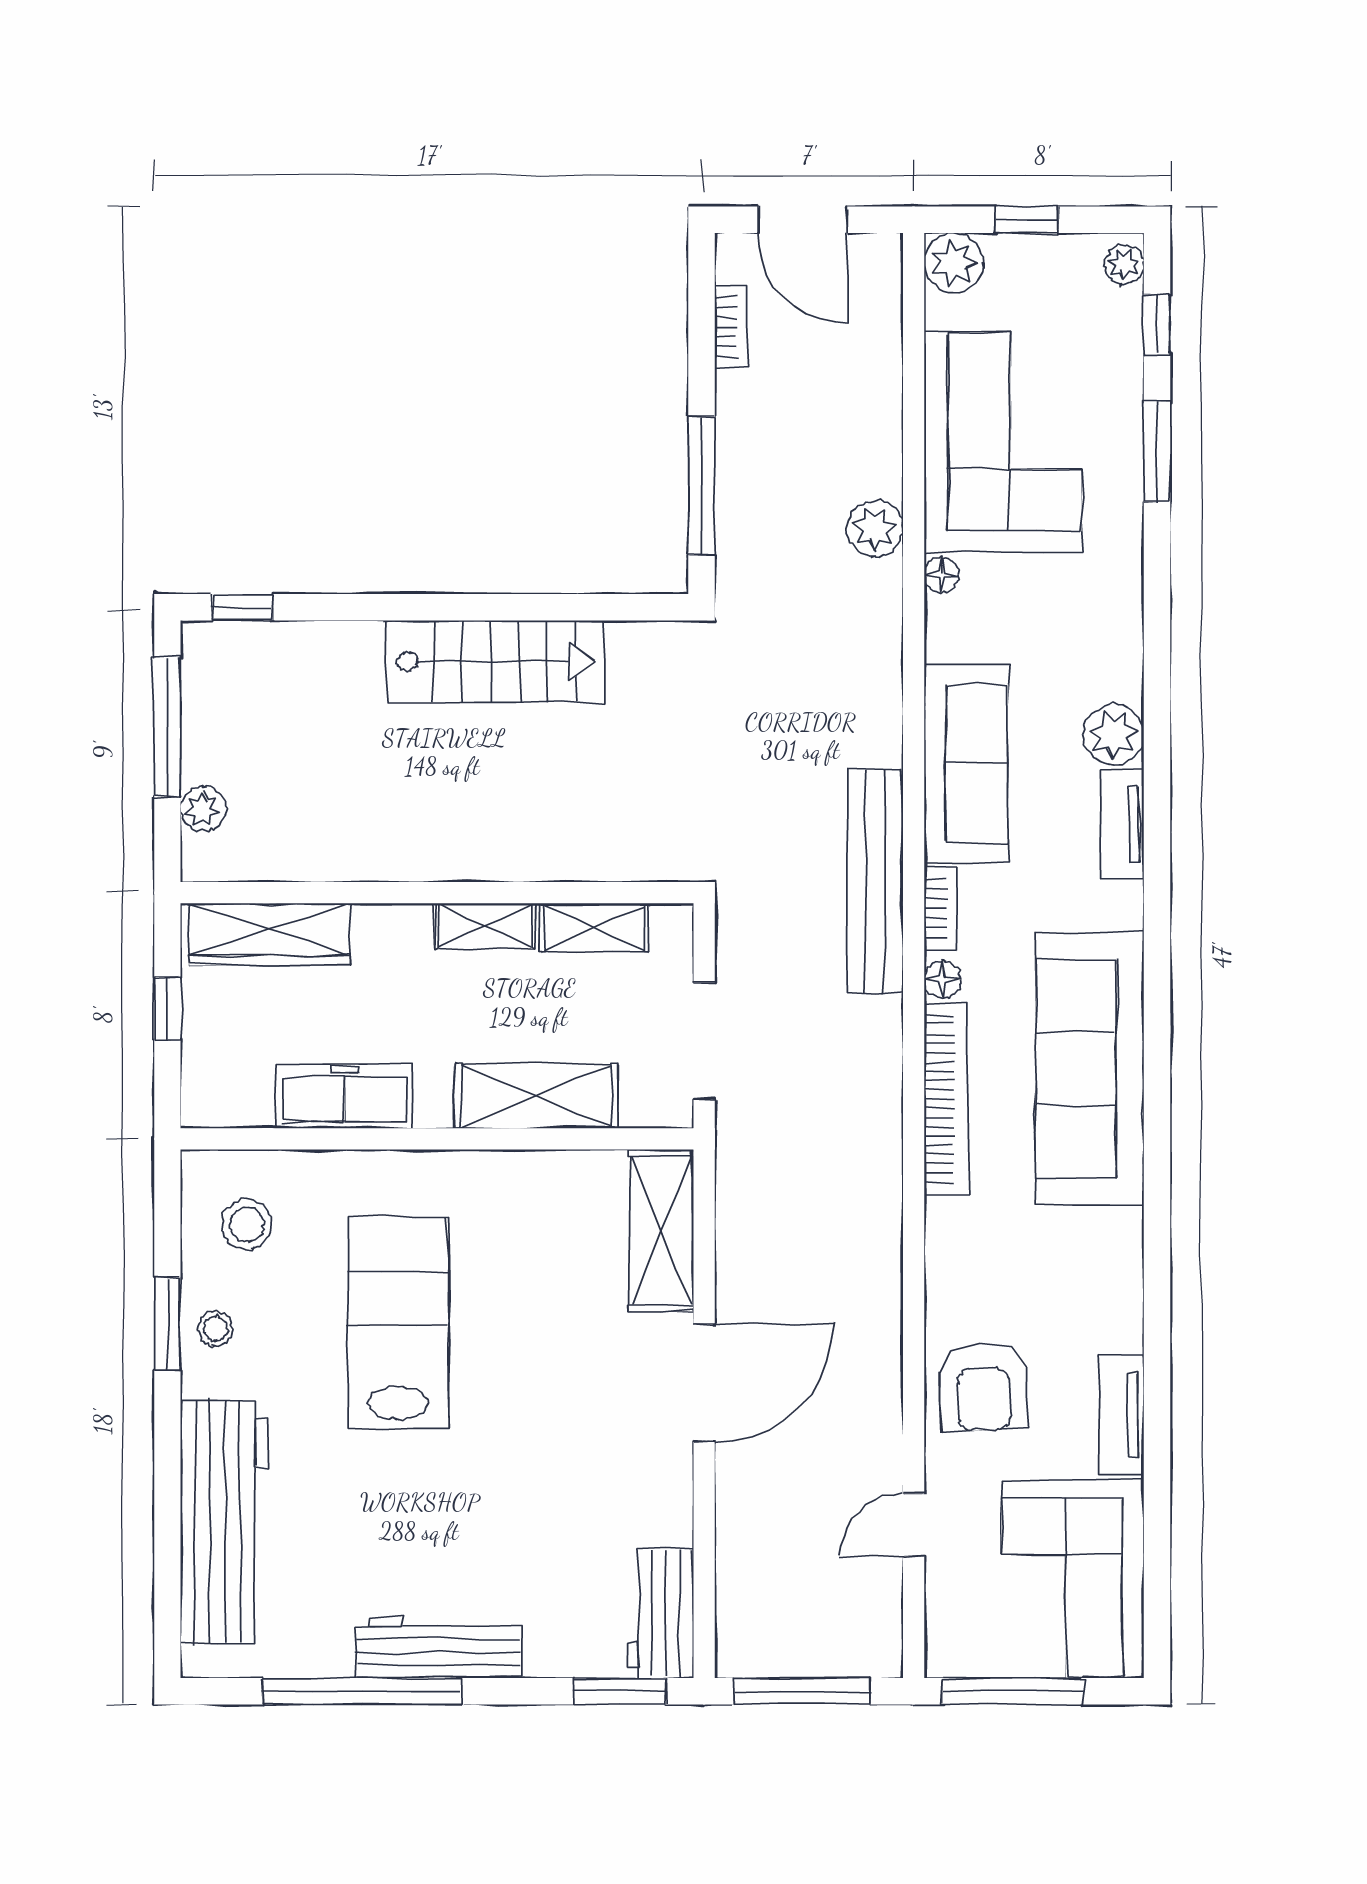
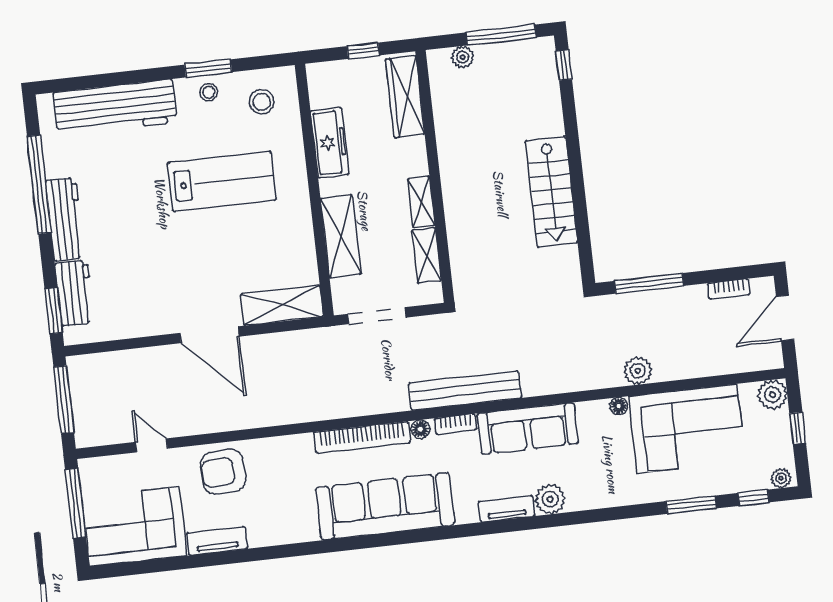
workbench: (660, 1614) -> (75, 293), moved, turned 90

